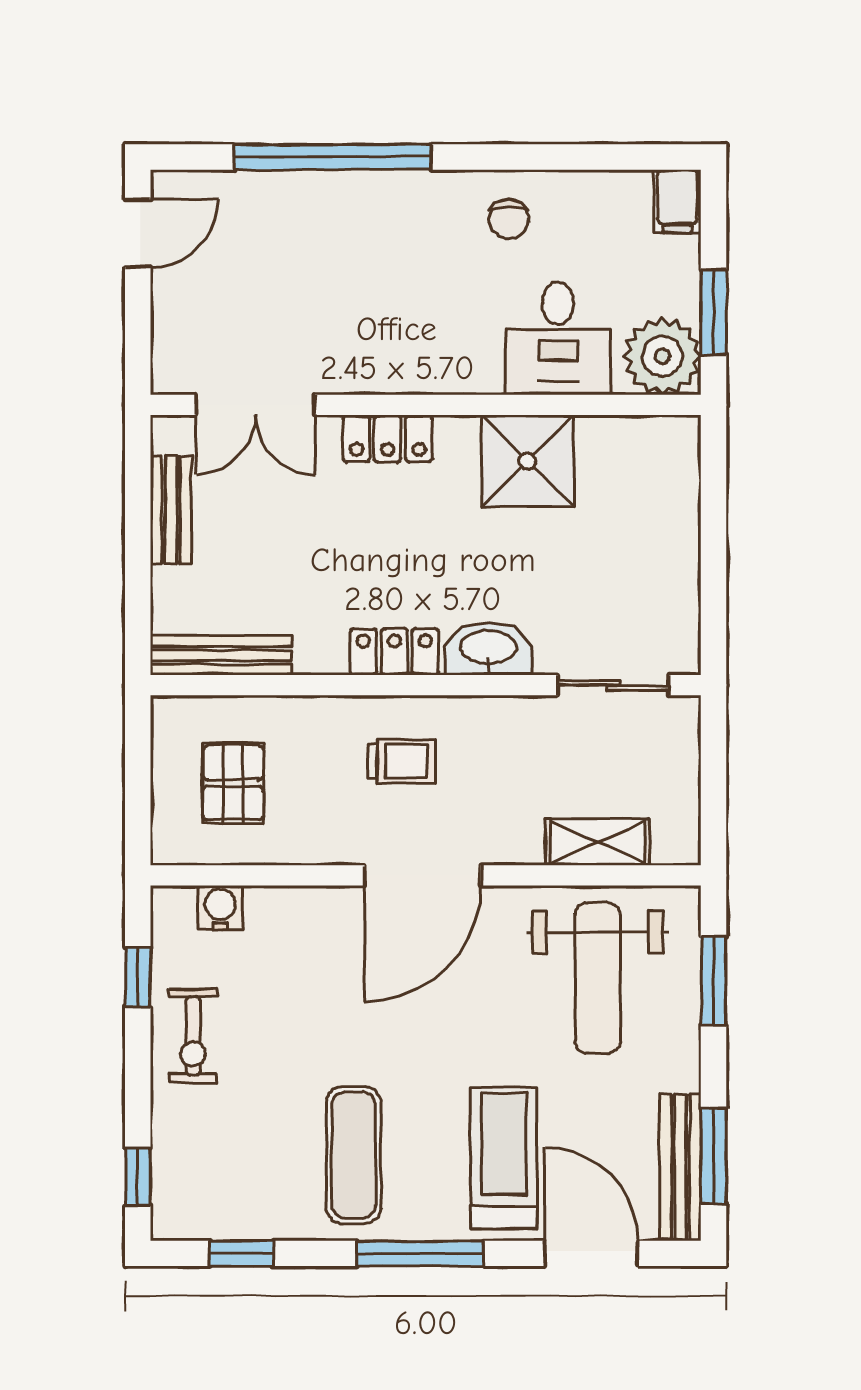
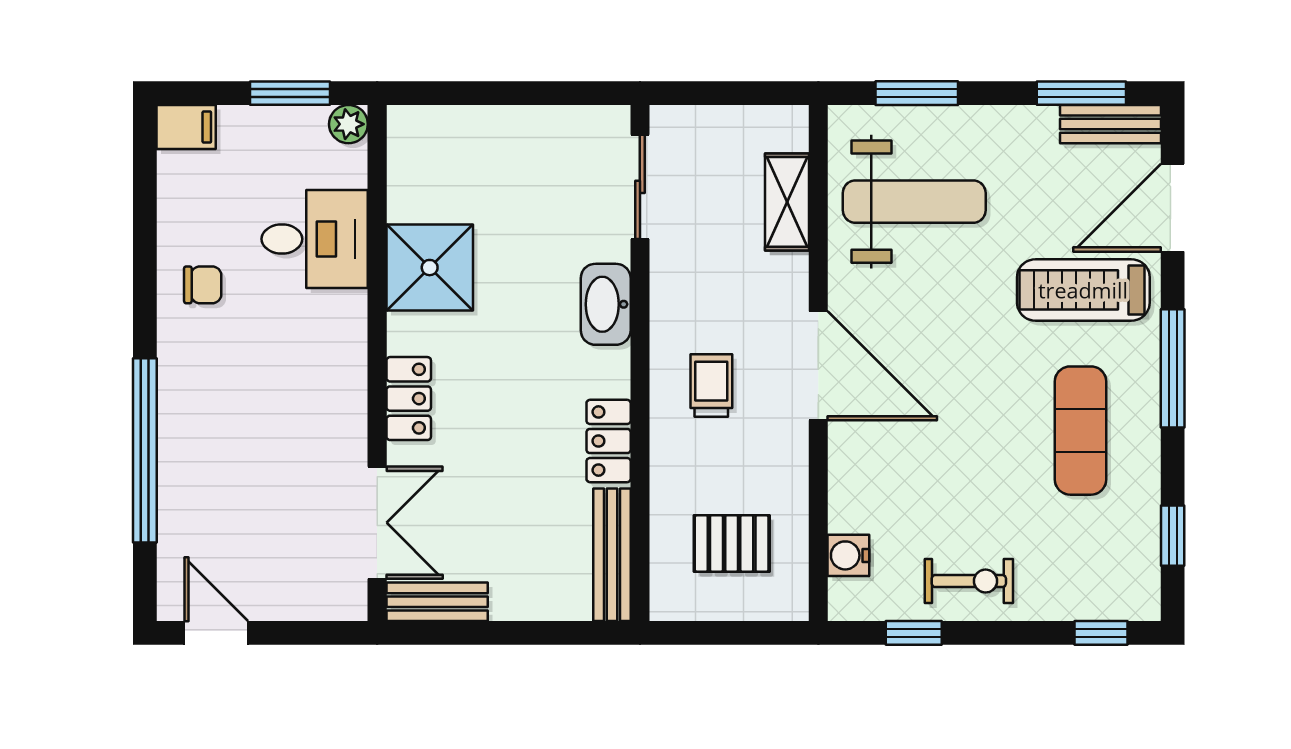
plant: (662, 356) -> (348, 124), width x0.53, depth x0.53
bench: (171, 510) -> (437, 602), moved
locker: (394, 652) -> (609, 441), moved
exercise mat: (354, 1155) -> (1081, 431), turned 90
bench: (680, 1168) -> (1110, 124), width x0.73

